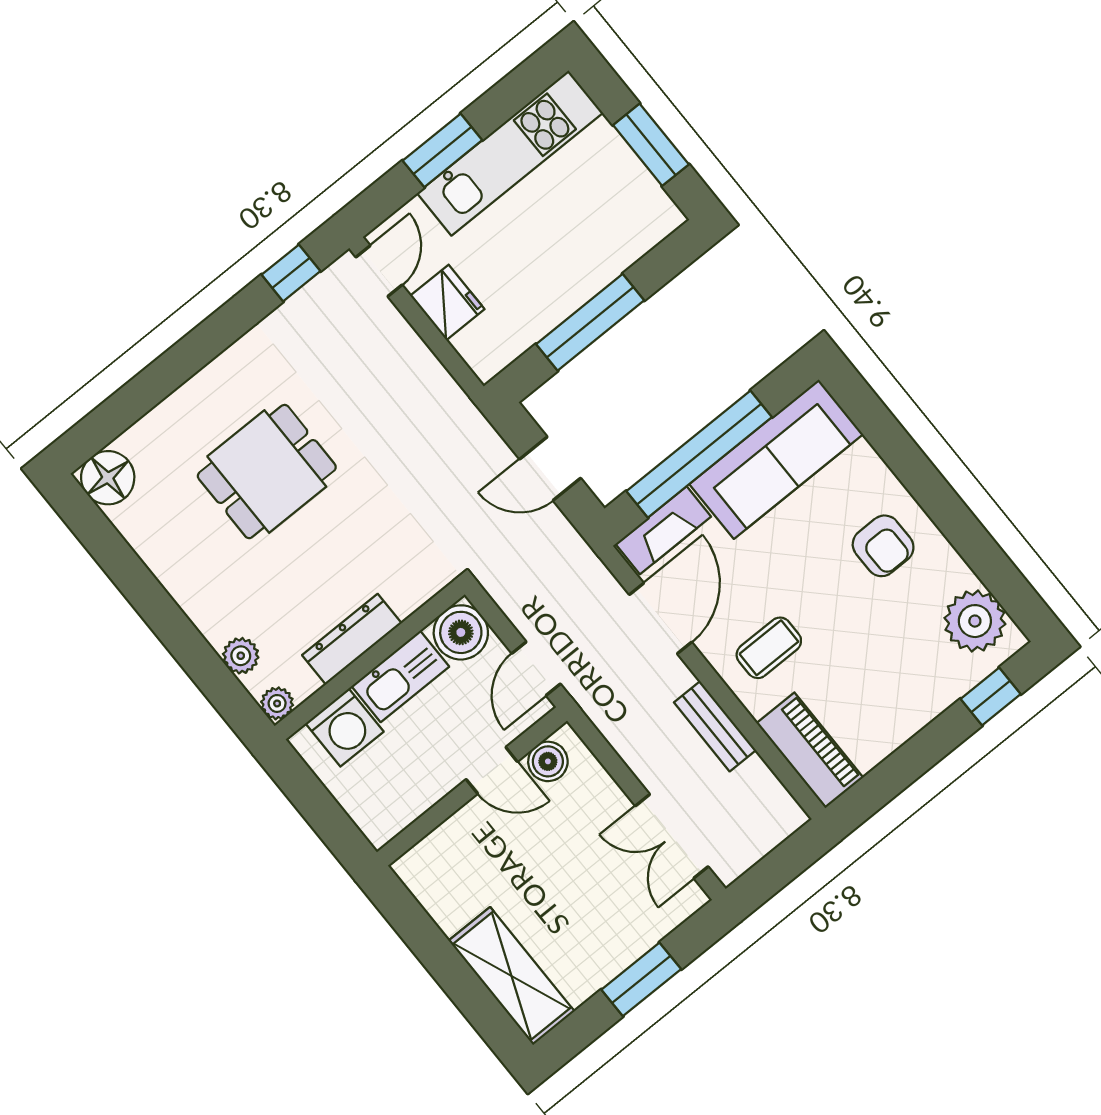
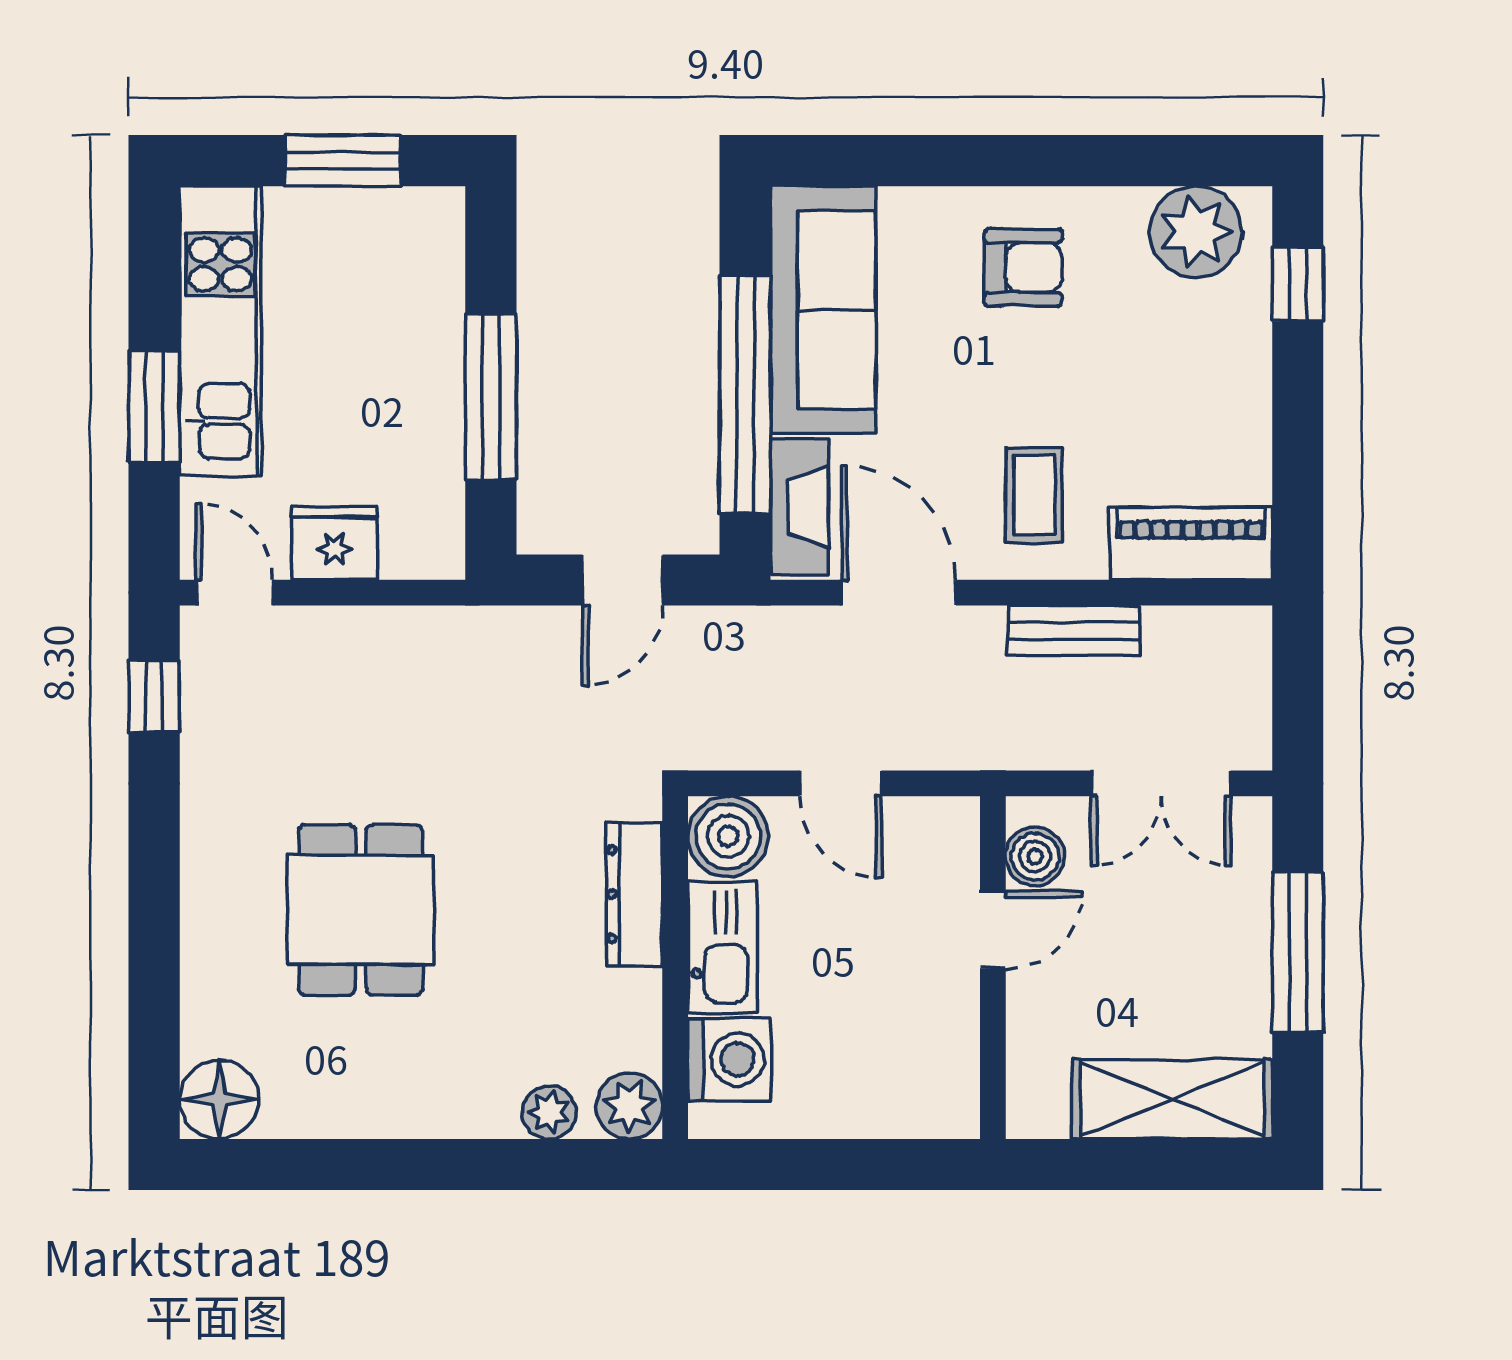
dresser: (352, 639) -> (634, 894), moved
plant: (277, 703) -> (629, 1106), width x1.38, depth x1.38
boiler: (548, 761) -> (1035, 856), moved
door: (492, 770) -> (993, 930), moved
wall: (472, 786) -> (993, 968), moved
window: (641, 979) -> (1298, 953), width x1.44

